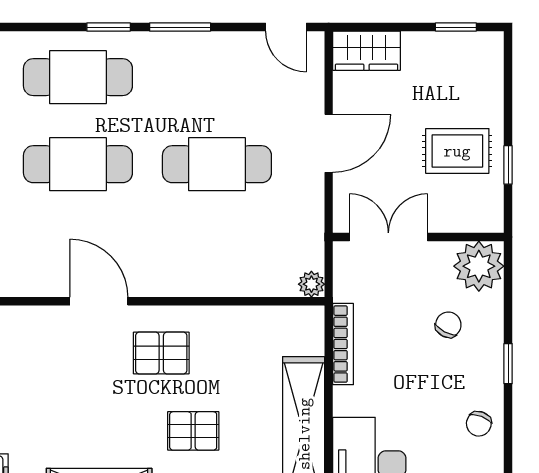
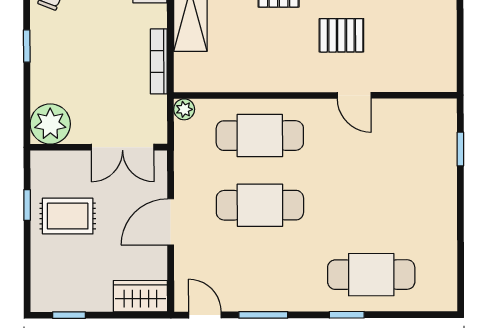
window: (180, 27) -> (263, 315), moved
cafe table: (78, 164) -> (260, 136), moved
door: (99, 301) -> (354, 95), width x0.73
chair: (448, 325) -> (75, 77), removed
pallet: (161, 353) -> (341, 35), moved

